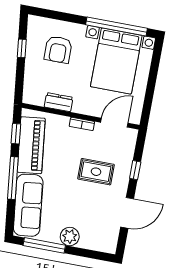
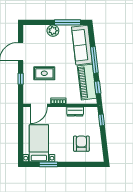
window: (117, 27) -> (48, 164), width x0.47
window: (22, 48) -> (101, 120), moved
bed with nightstands: (116, 61) -> (39, 143), width x0.73

